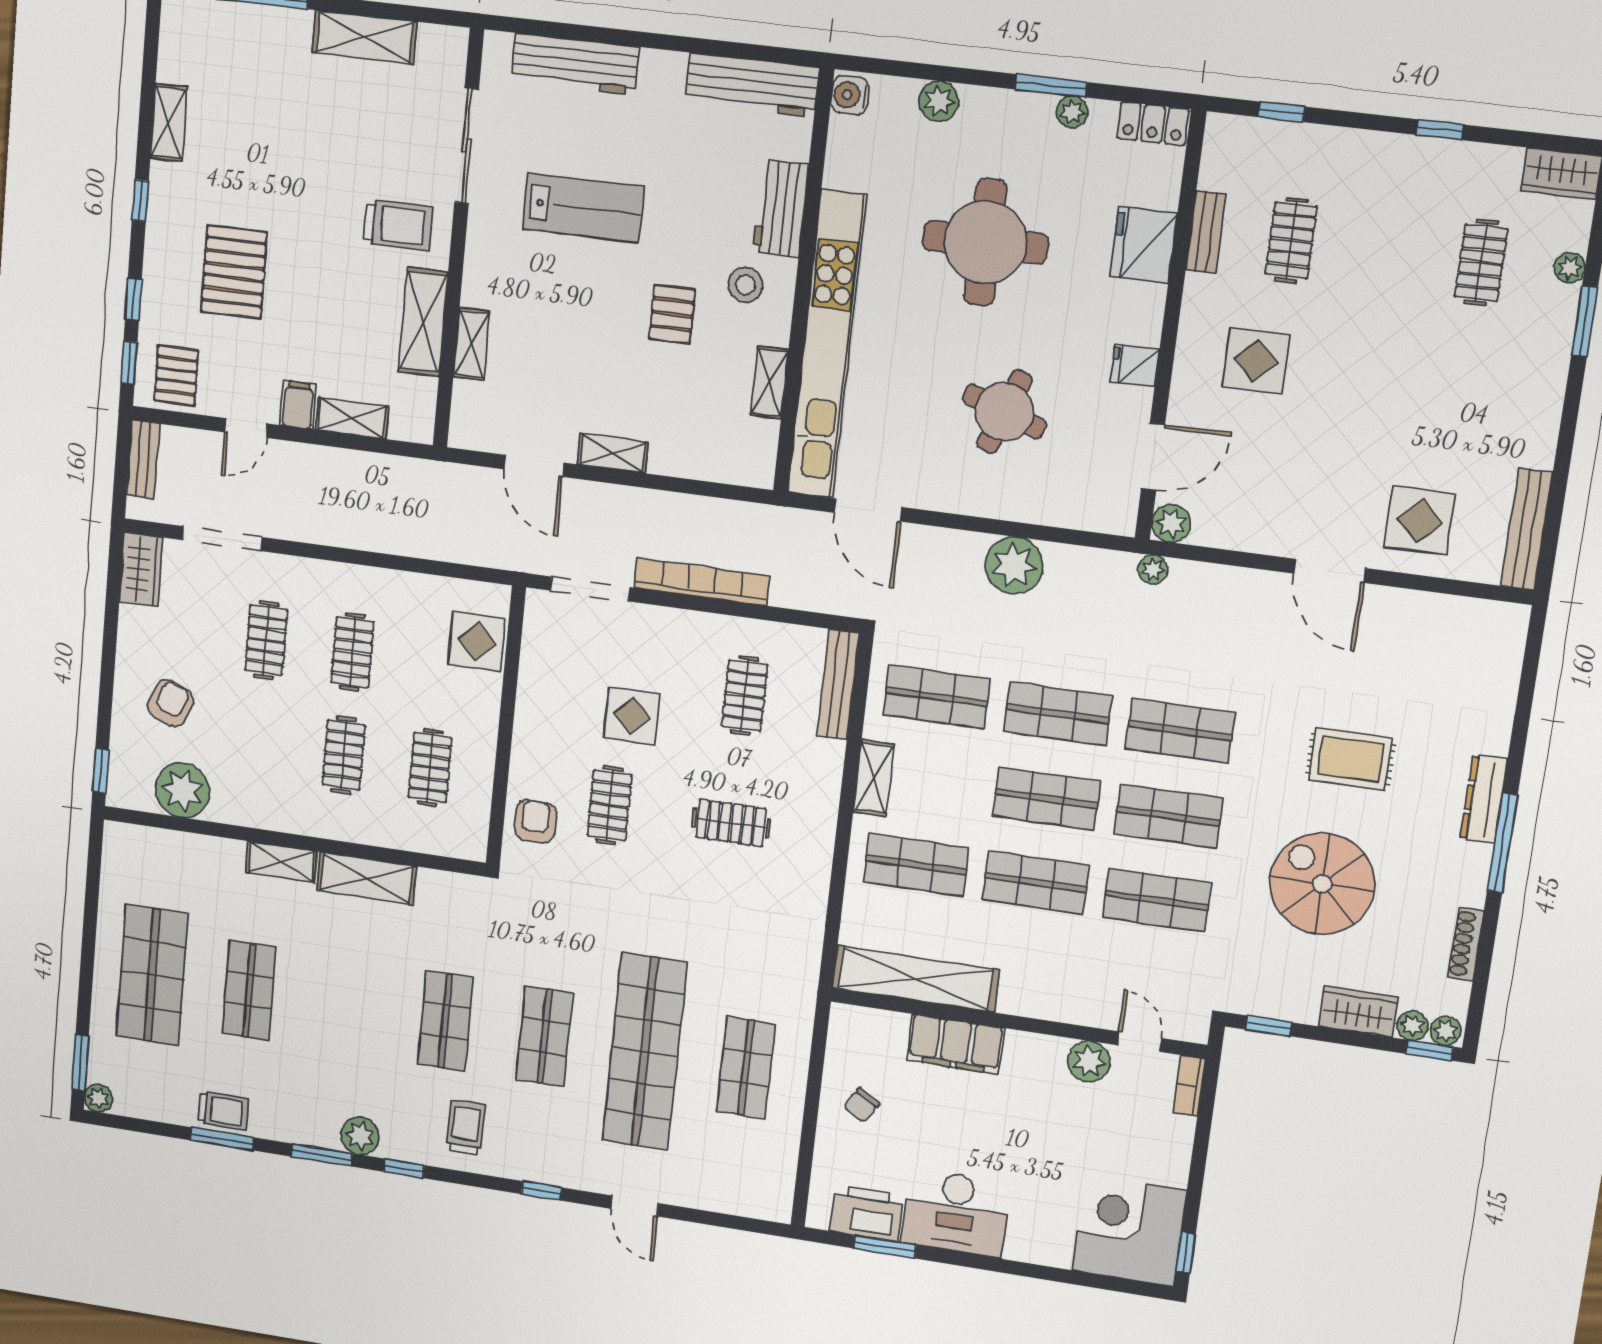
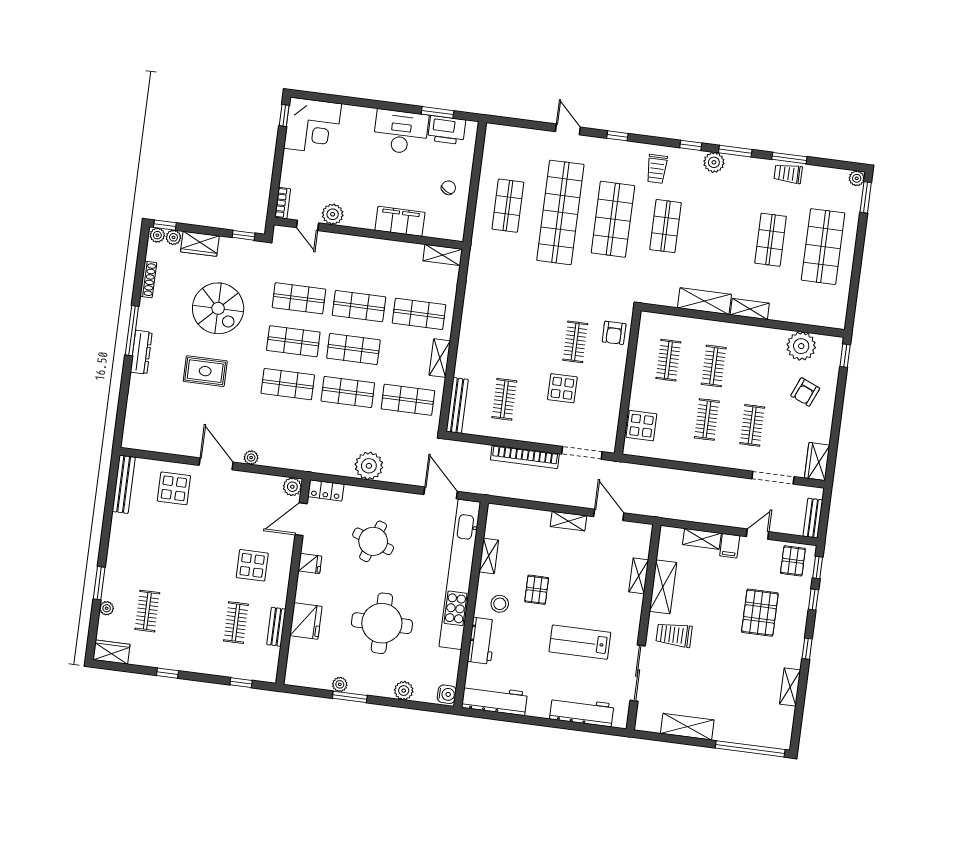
locker: (1153, 124) -> (326, 490), moved, turned 180
plant: (1153, 570) -> (251, 458), moved
clothes rail: (731, 823) -> (513, 334), removed
shelving: (916, 979) -> (443, 255), width x0.45, depth x0.75
shop shelf: (545, 1036) -> (613, 219), width x1.43, depth x1.36

